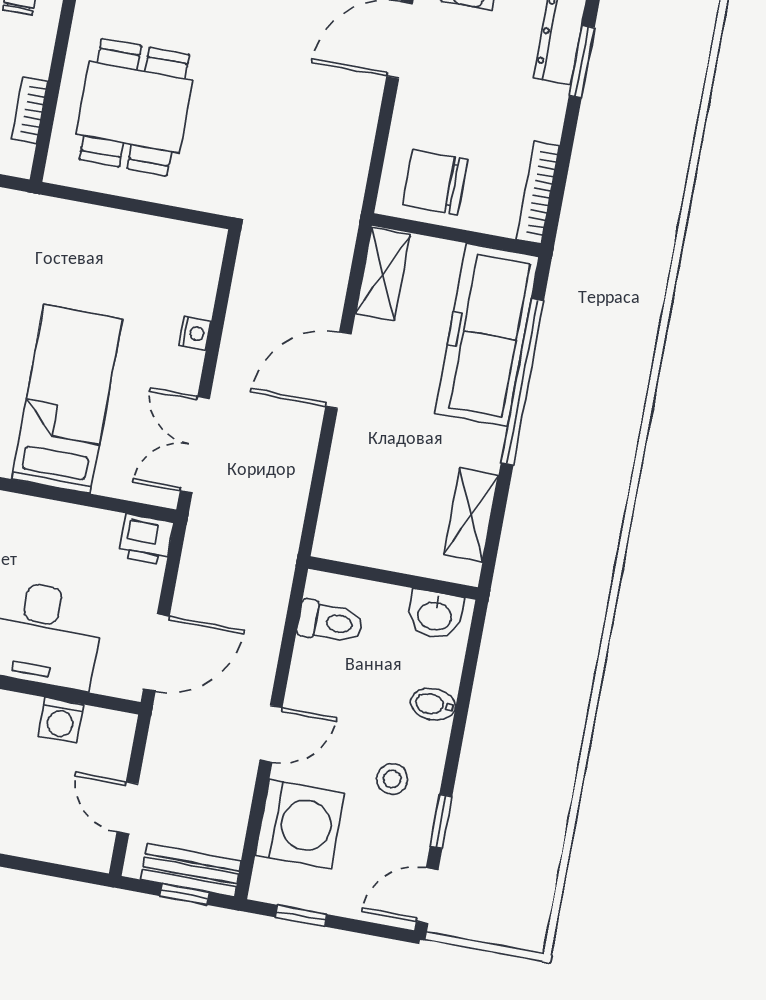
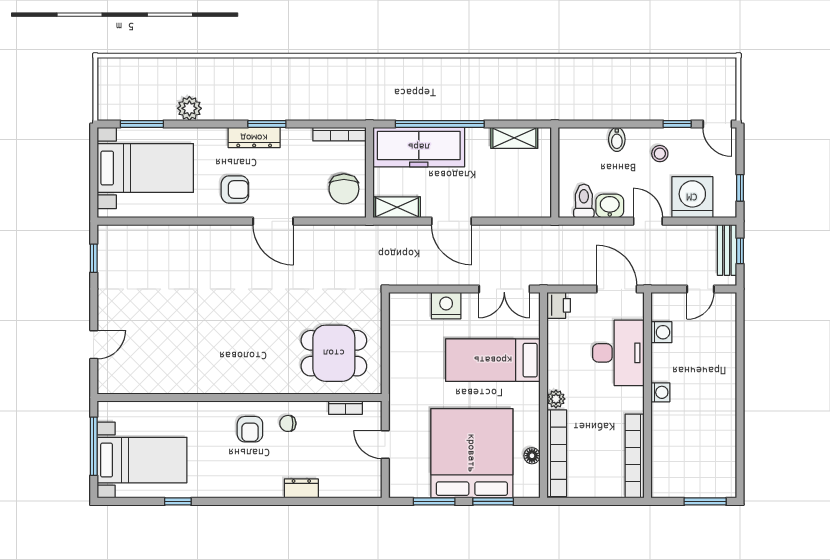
nightstand: (195, 333) -> (446, 306), width x1.89, depth x1.79
washbasin: (435, 615) -> (610, 206), moved, turned -90

